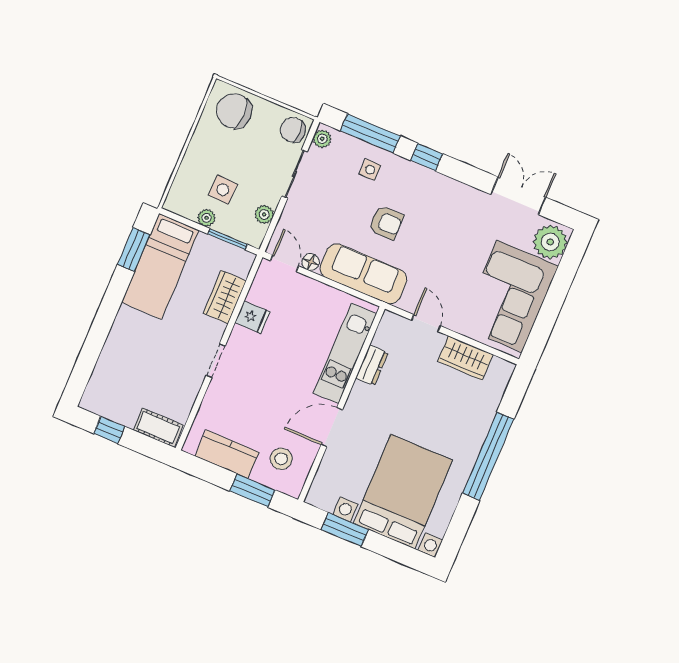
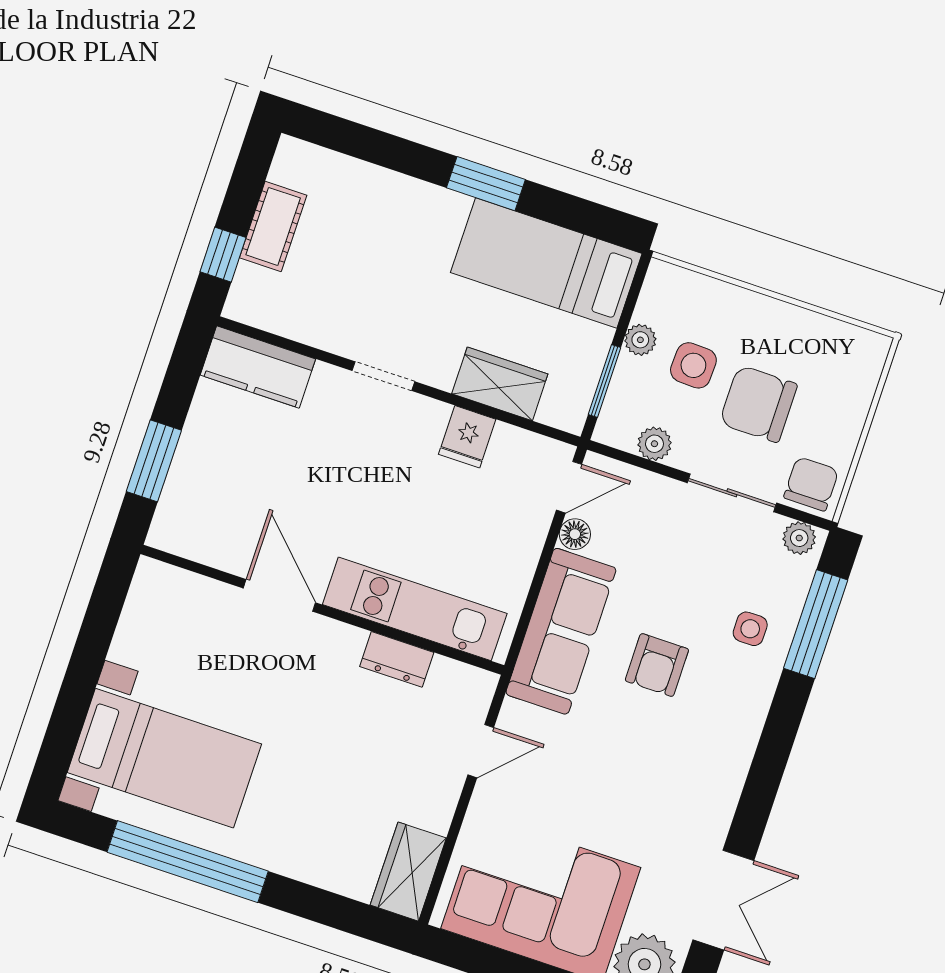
chair: (234, 111) -> (758, 404), moved, turned -90
window: (427, 157) -> (781, 729), removed
window: (134, 250) -> (486, 184), moved
wardrobe: (465, 358) -> (408, 872), moved
cot: (158, 428) -> (273, 226), moved
window: (109, 430) -> (223, 255), moved
kitchen counter: (227, 454) -> (258, 367), moved, turned 90
window: (488, 456) -> (188, 862), moved
stool: (281, 459) -> (215, 508), removed
bed with nightstands: (403, 492) -> (164, 758), width x0.73
window: (345, 530) -> (96, 633), removed

